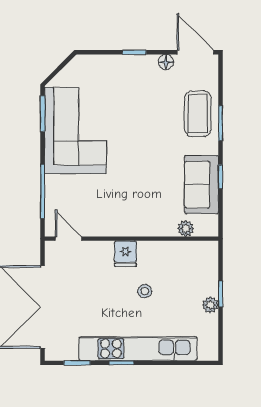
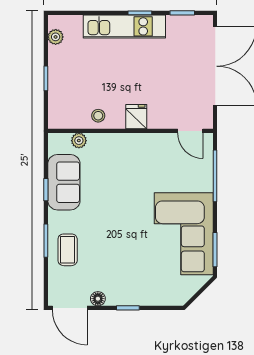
coffee table: (198, 114) -> (68, 250), width x0.73, depth x0.77
stool: (145, 291) -> (98, 116), moved
plant: (210, 305) -> (56, 37), moved
kitchen unit: (138, 349) -> (124, 26), width x0.73

